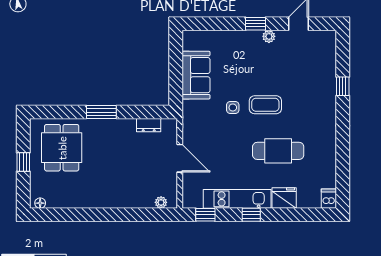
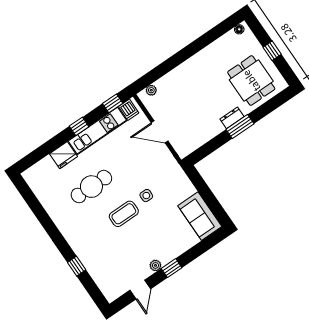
sofa: (196, 75) -> (200, 216), moved
dresser: (149, 125) -> (232, 118), moved
dishwasher: (329, 199) -> (129, 110), moved

